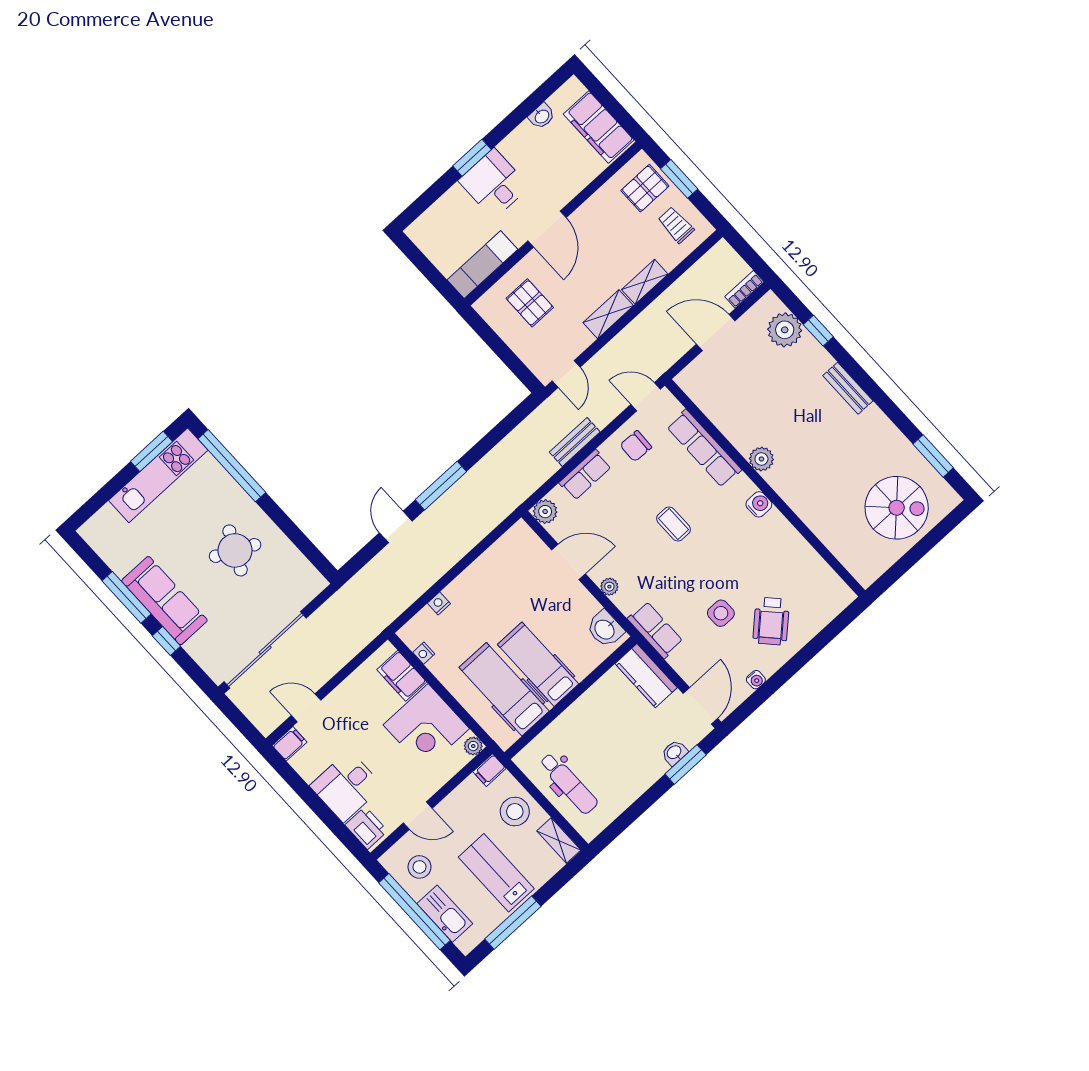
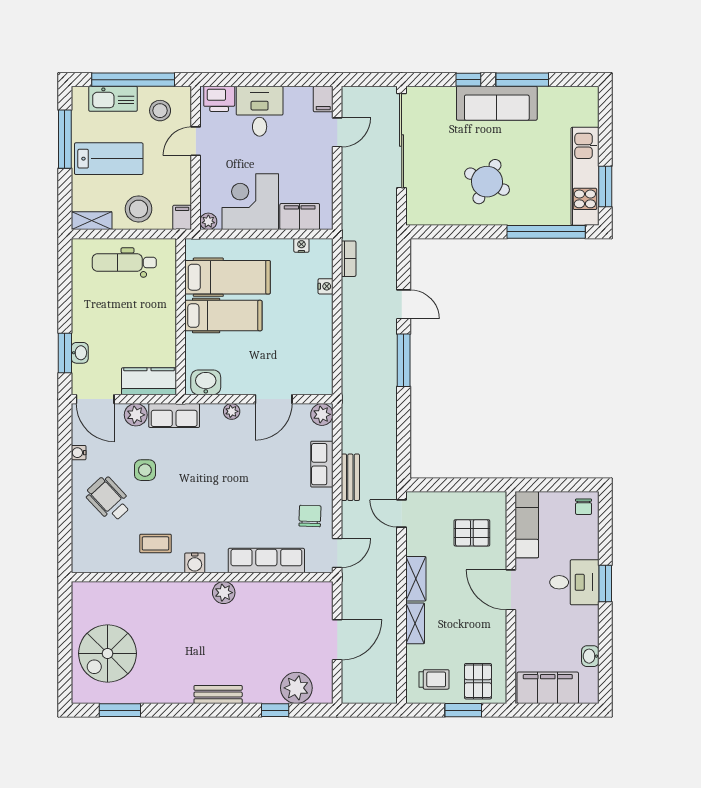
chair: (426, 232) -> (584, 507), added
bookcase: (744, 289) -> (349, 259), moved
coffee table: (673, 524) -> (155, 543), moved
plant: (683, 662) -> (136, 415), added

